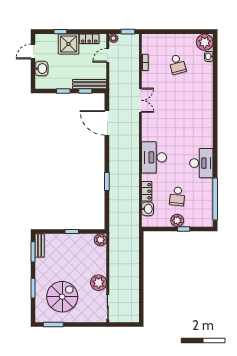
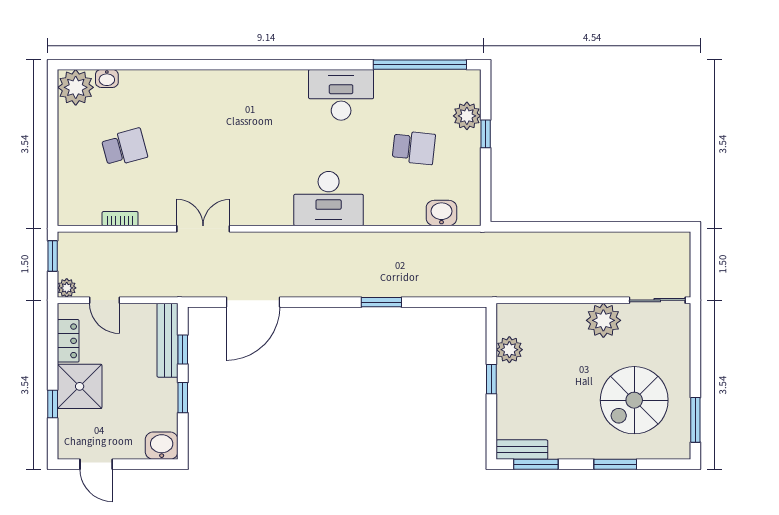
washbasin: (41, 69) -> (162, 446), moved
locker: (147, 191) -> (403, 215), removed
plant: (177, 220) -> (467, 116), moved
plant: (100, 240) -> (509, 350), moved
spiral stairs: (62, 297) -> (634, 400), turned -90

